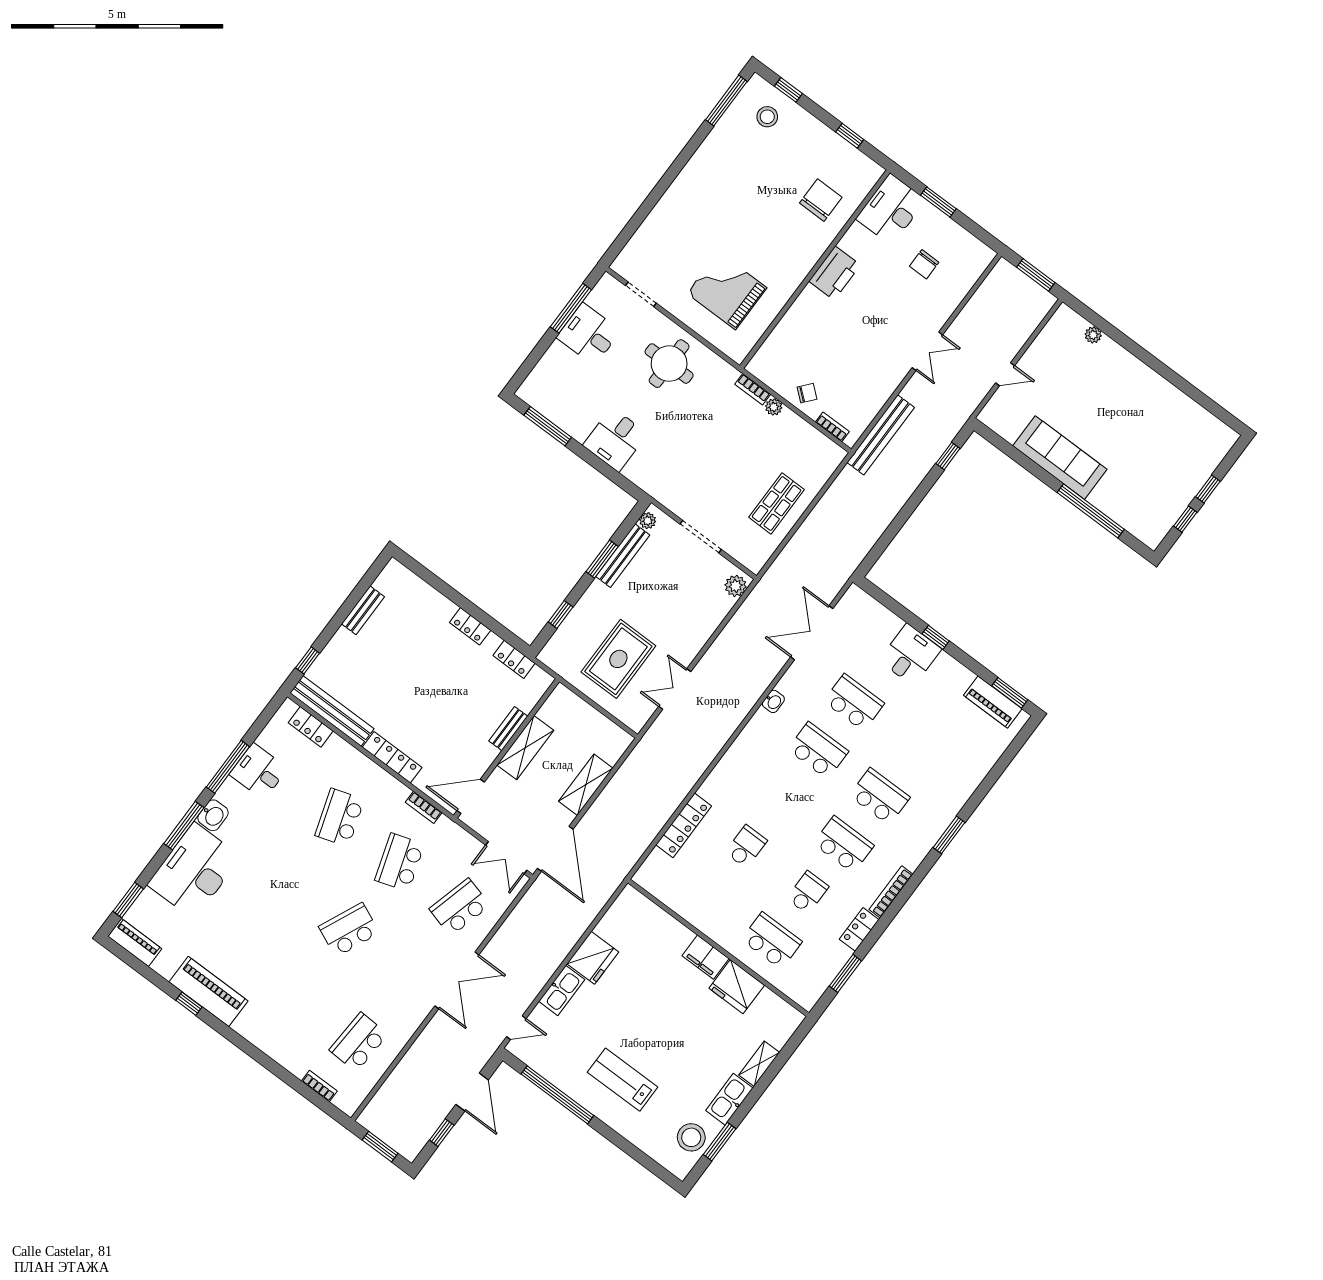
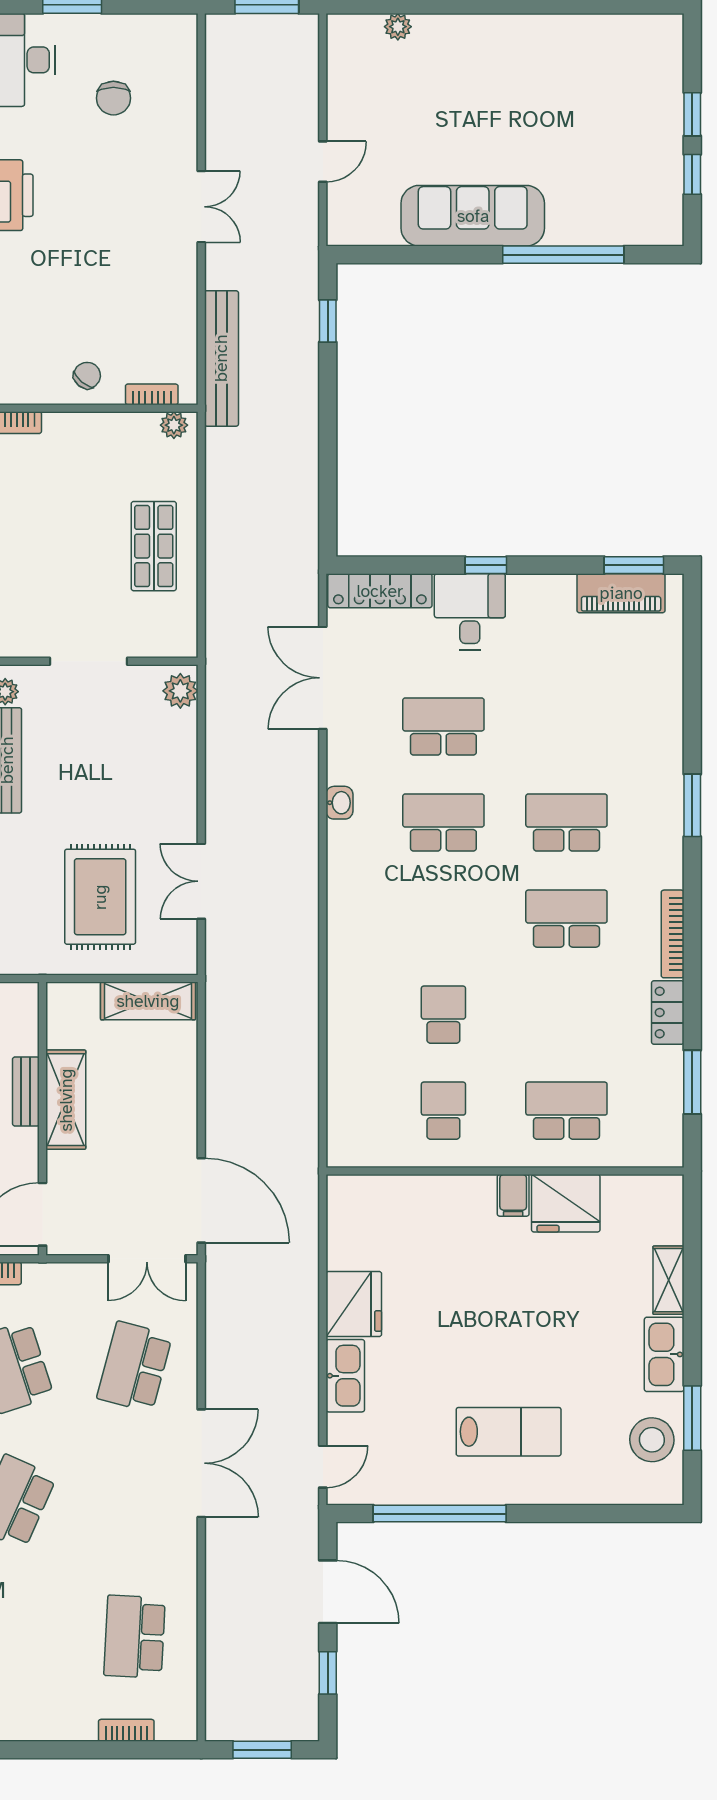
plant: (774, 407) -> (174, 425), moved
shelving: (586, 785) -> (148, 1001), moved, turned 90
locker: (684, 825) -> (380, 591), moved, turned 90
school desk: (808, 893) -> (443, 1111), moved
filing cabinet: (705, 957) -> (513, 1195), width x0.50
lab bench: (623, 1080) -> (509, 1432), turned 180

